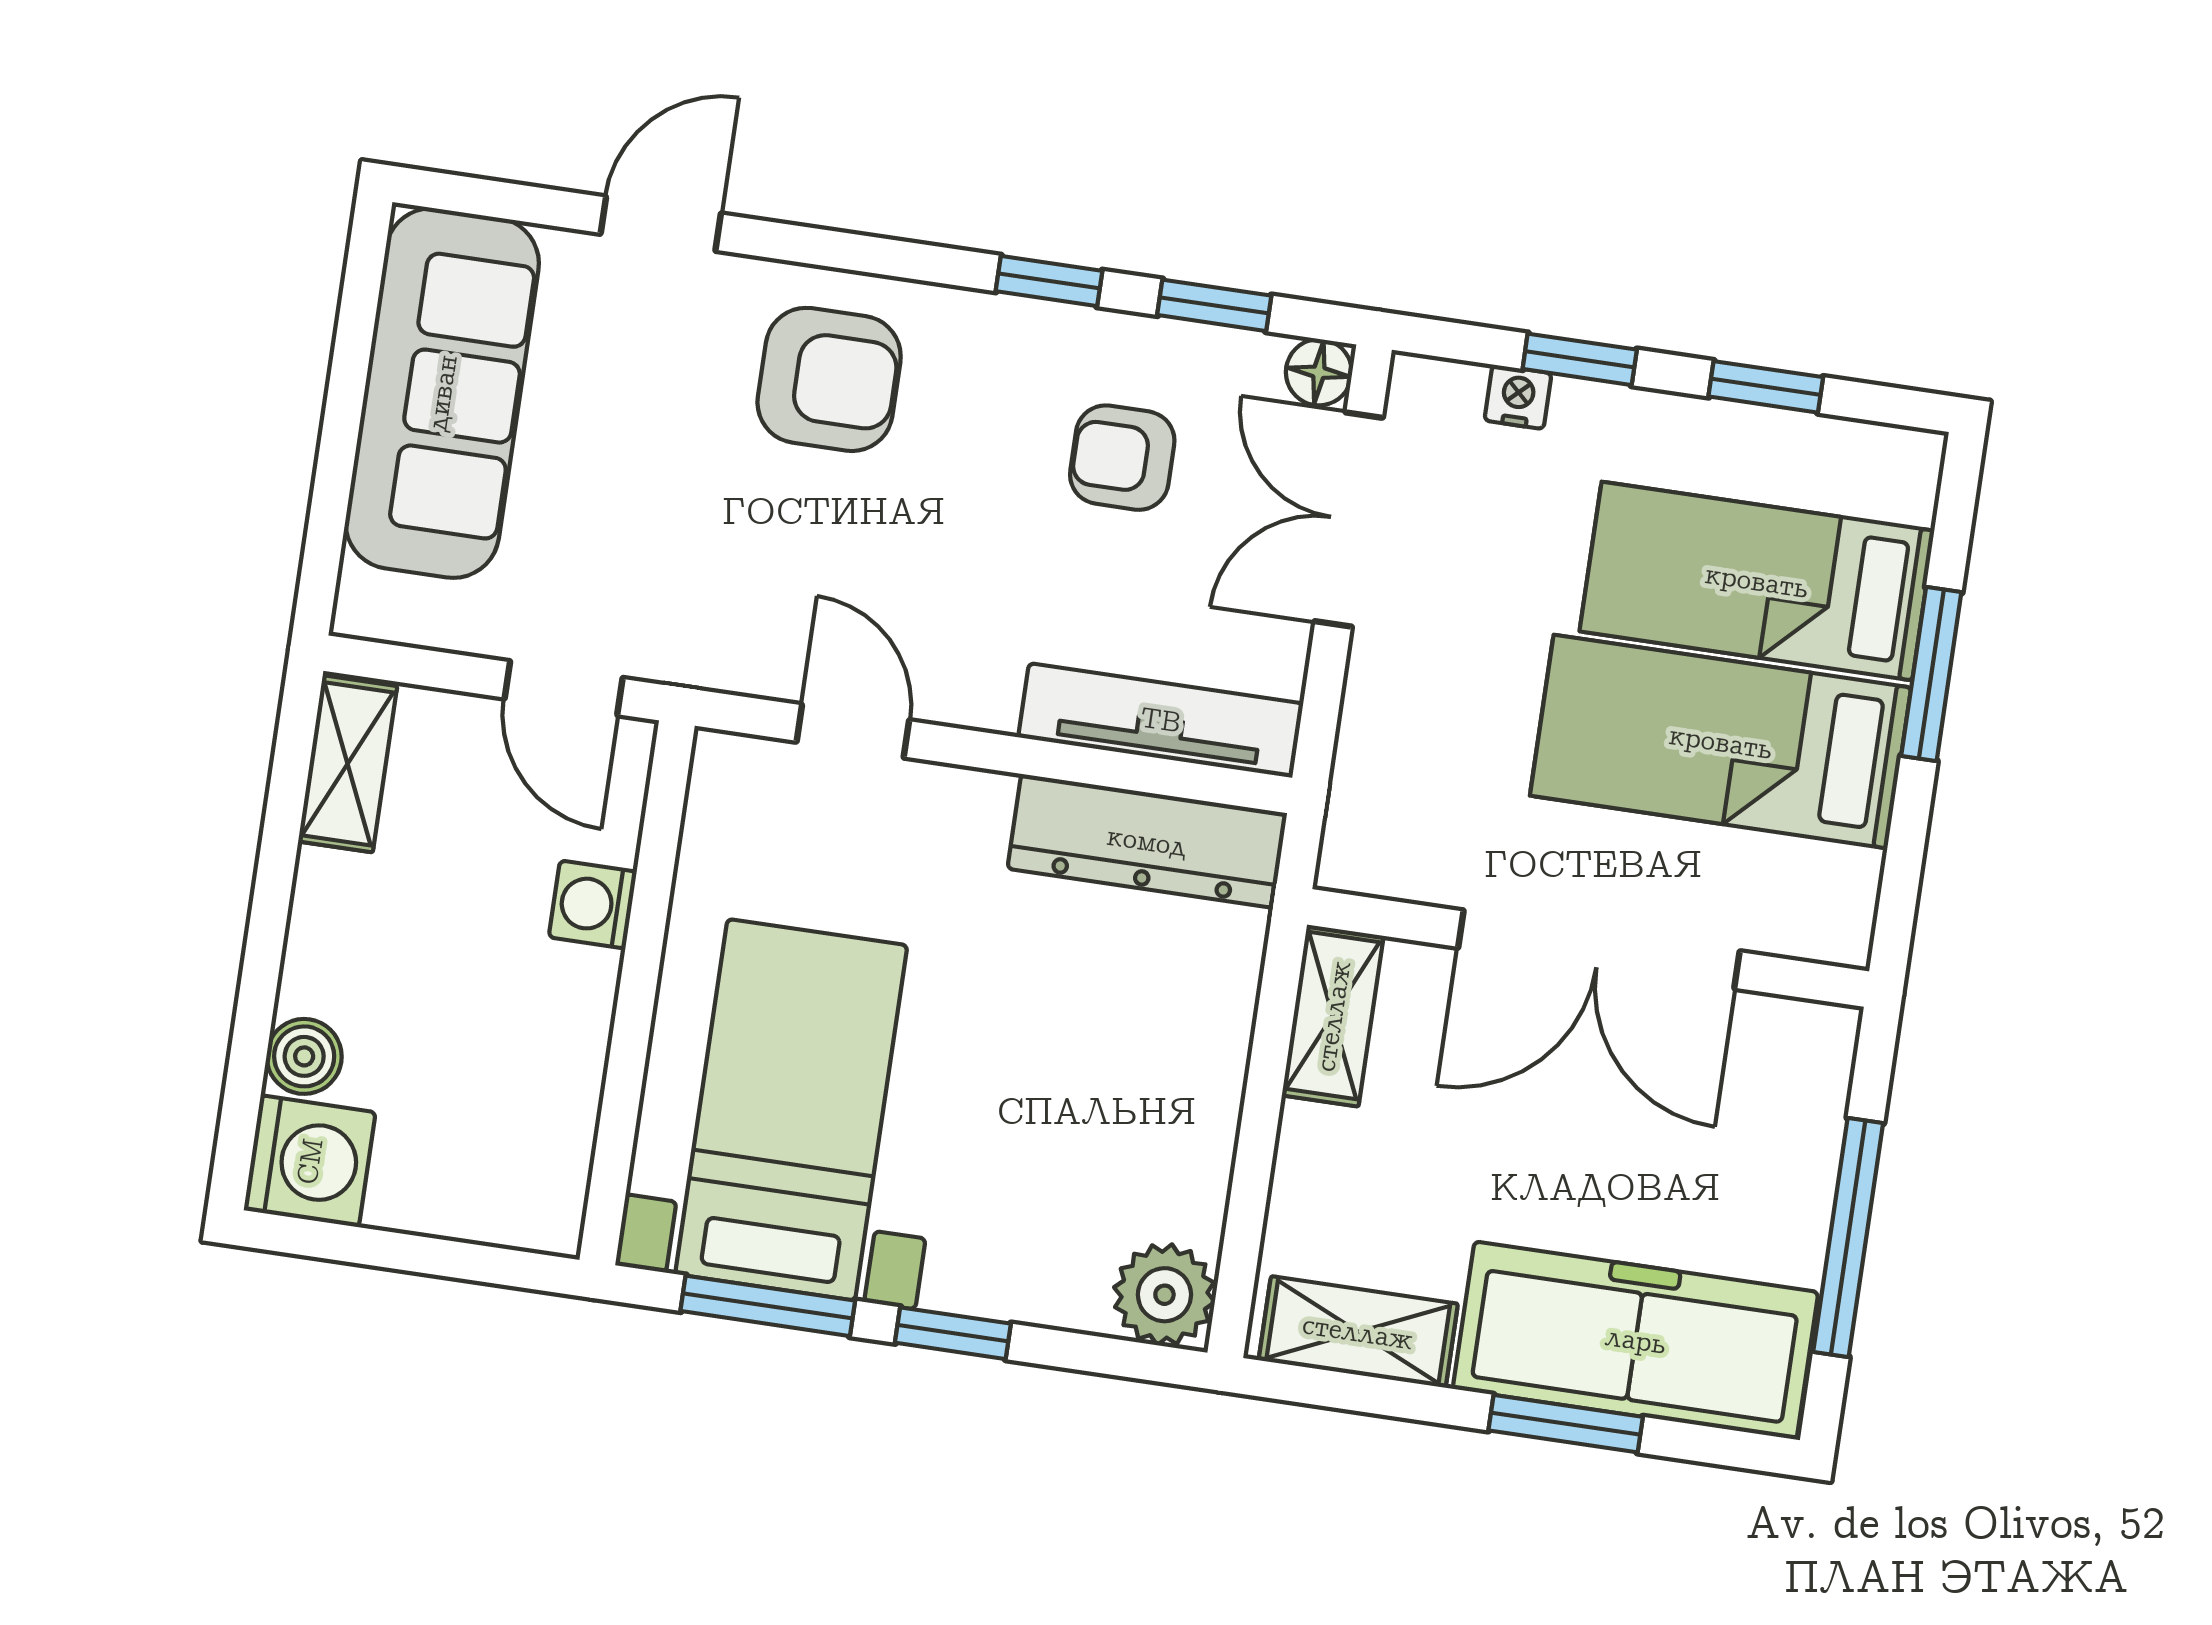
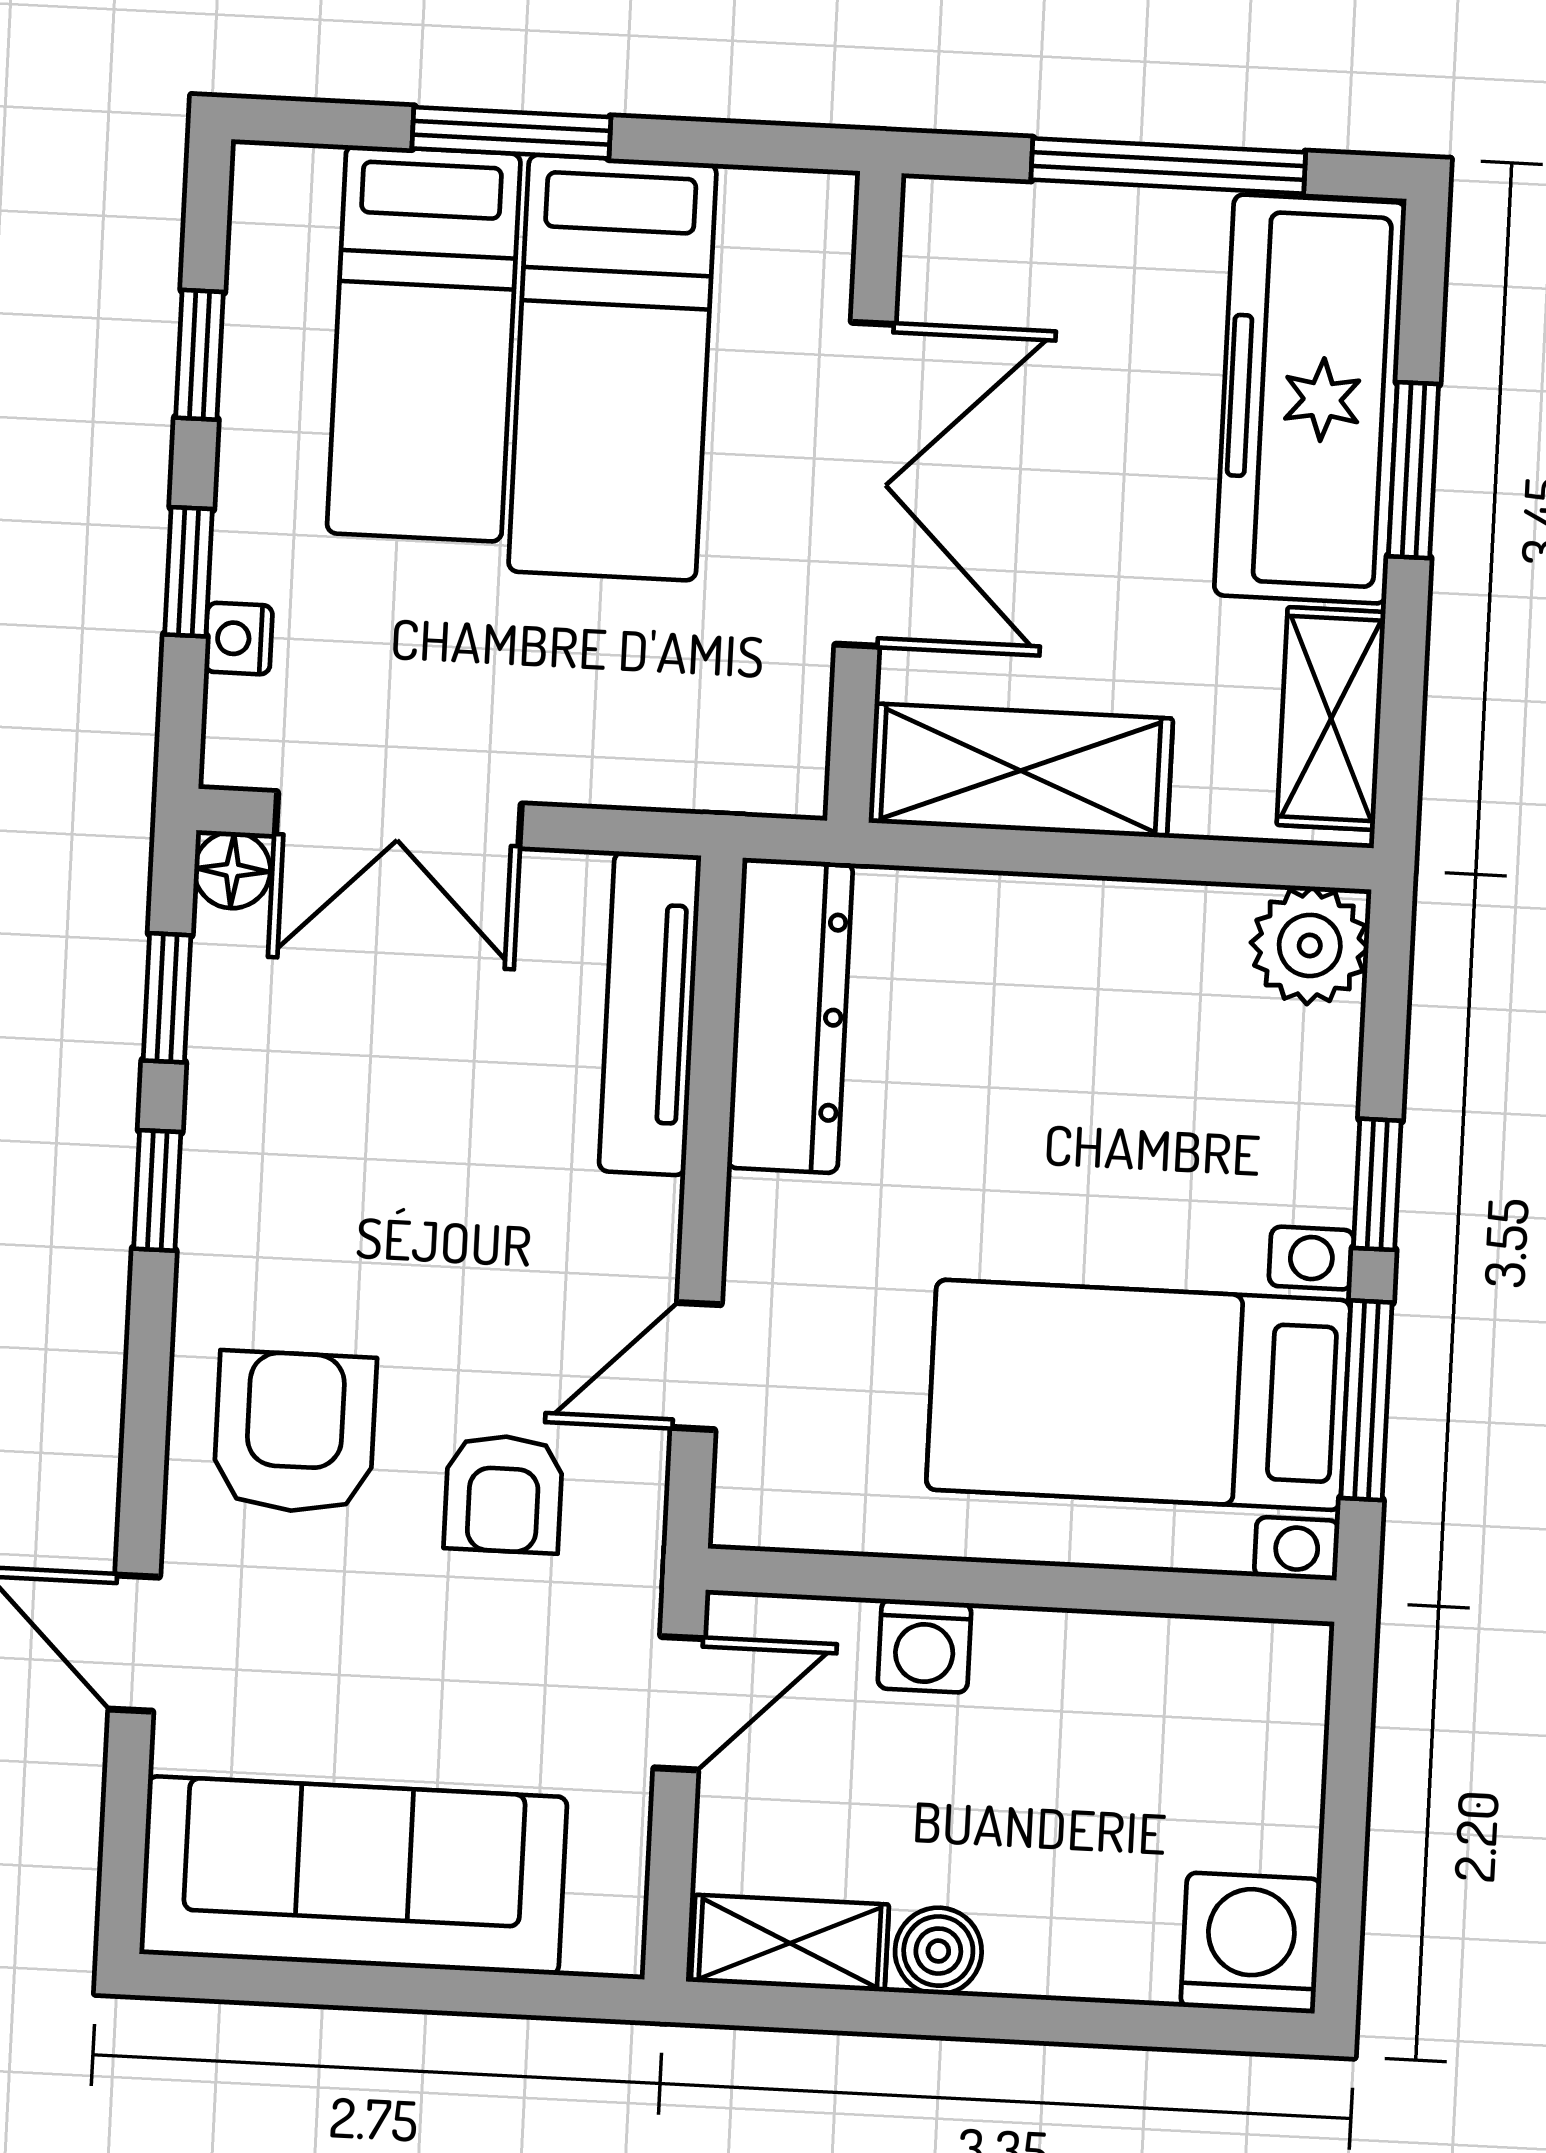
armchair: (1122, 458) -> (503, 1494), moved
shelving: (1333, 1016) -> (1021, 771), width x1.50, depth x1.33
boiler: (304, 1056) -> (938, 1951), moved

